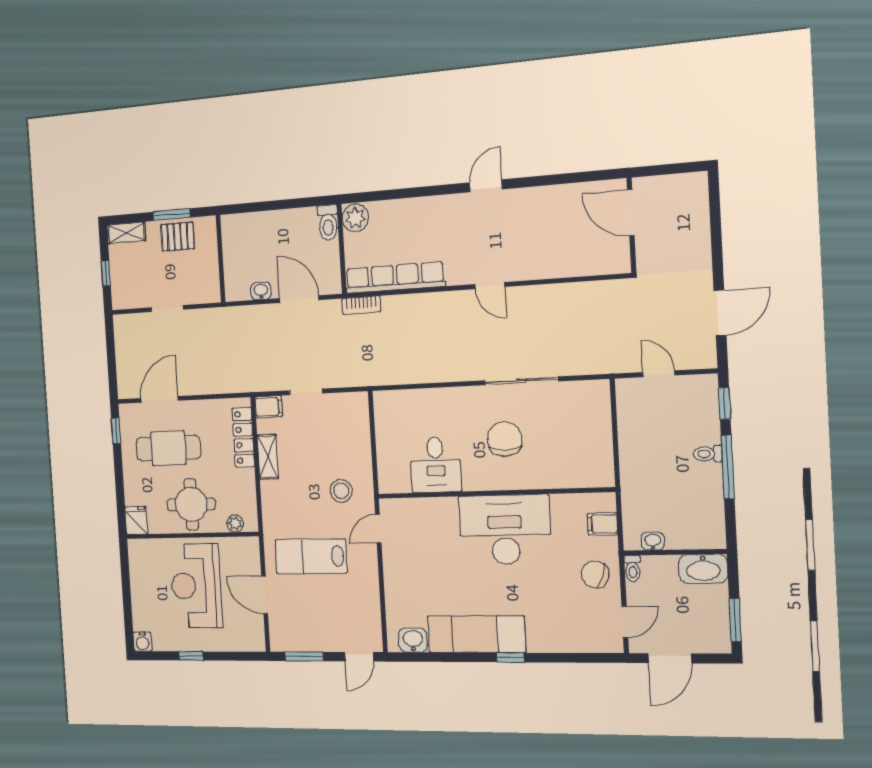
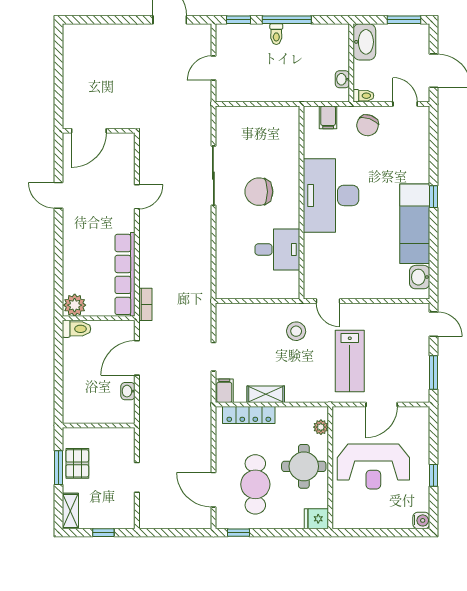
door: (631, 213) -> (89, 131), moved
wall: (631, 225) -> (99, 131), moved

